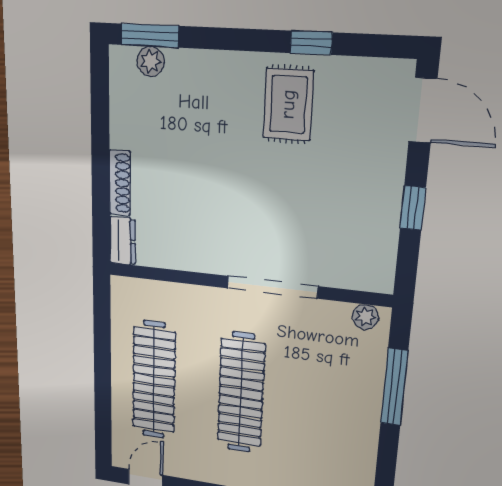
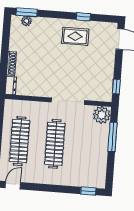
rug: (288, 104) -> (75, 36), turned 90
window: (413, 208) -> (116, 87), moved
plant: (365, 317) -> (102, 115), width x1.88, depth x1.88

